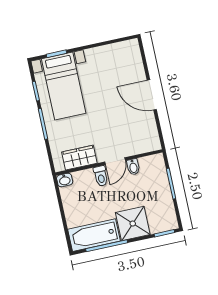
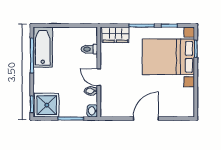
bed with nightstands: (64, 86) -> (168, 57), width x1.36
wardrobe: (79, 158) -> (115, 35), moved, turned 90
toilet: (101, 176) -> (89, 49), moved
washbasin: (65, 180) -> (92, 111), moved
shower: (133, 224) -> (47, 105), moved

